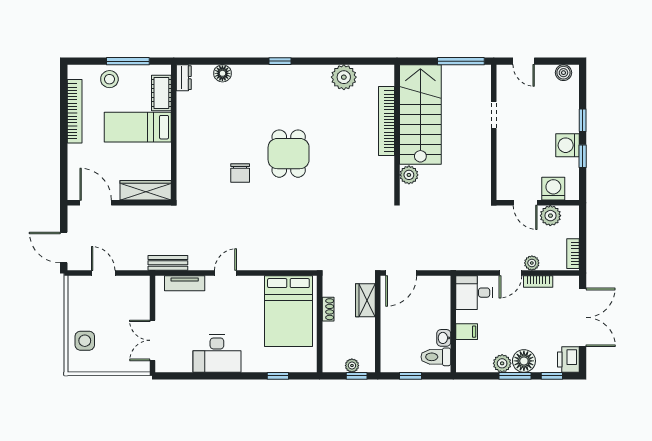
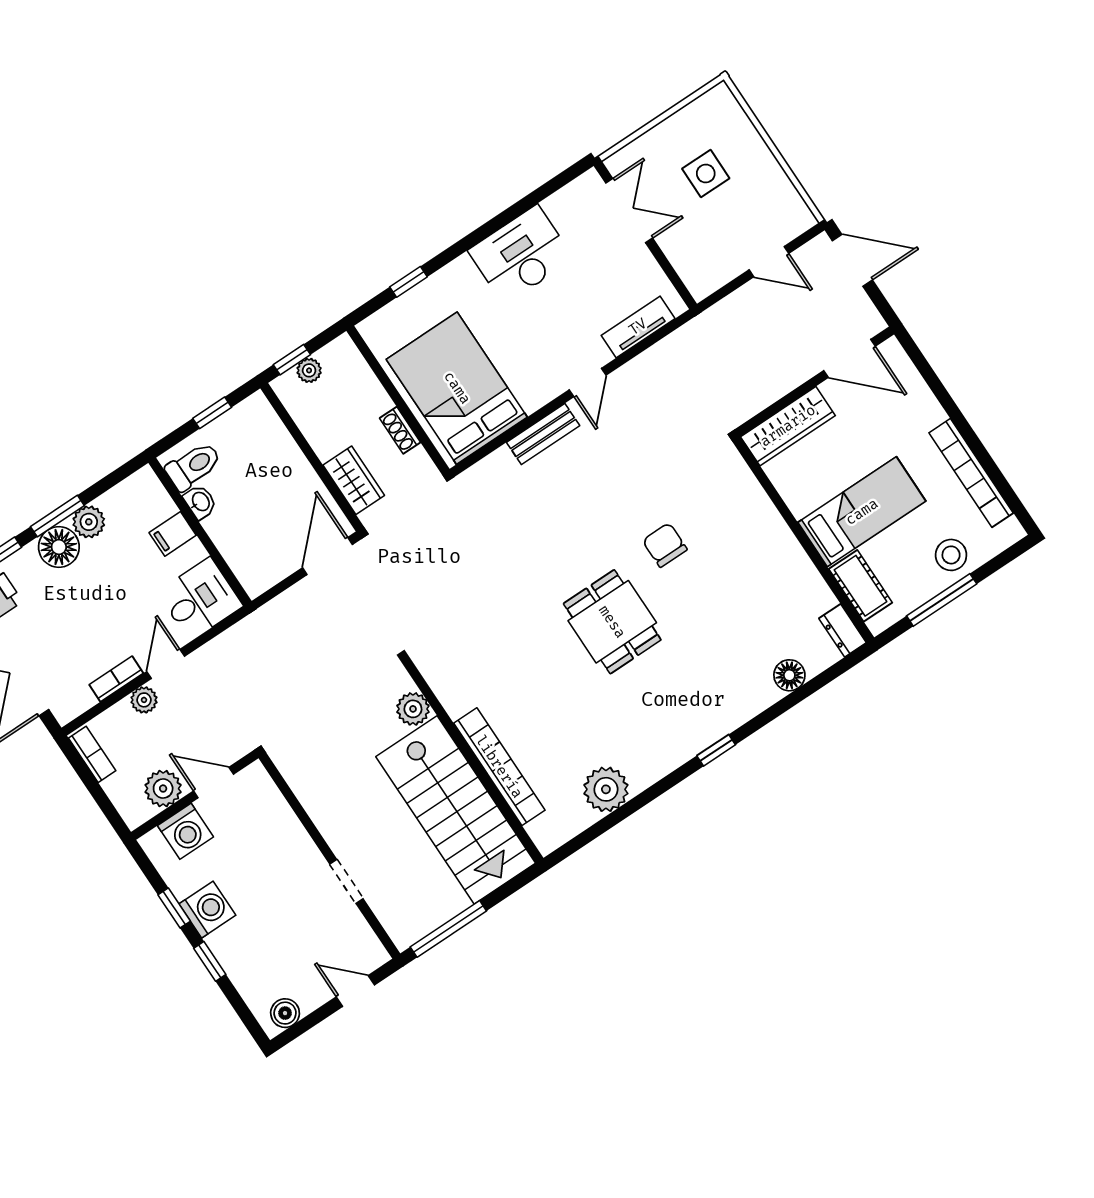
bench: (168, 263) -> (543, 434), moved
side table: (85, 341) -> (706, 173), moved

